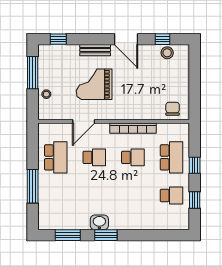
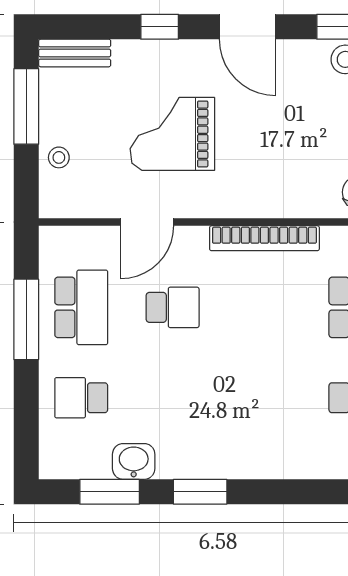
window: (58, 39) -> (160, 27), moved
bench: (95, 50) -> (75, 53), moved
school desk: (133, 157) -> (81, 398), moved, turned 180
window: (33, 186) -> (26, 319), moved
washbasin: (99, 222) -> (134, 461), moved

